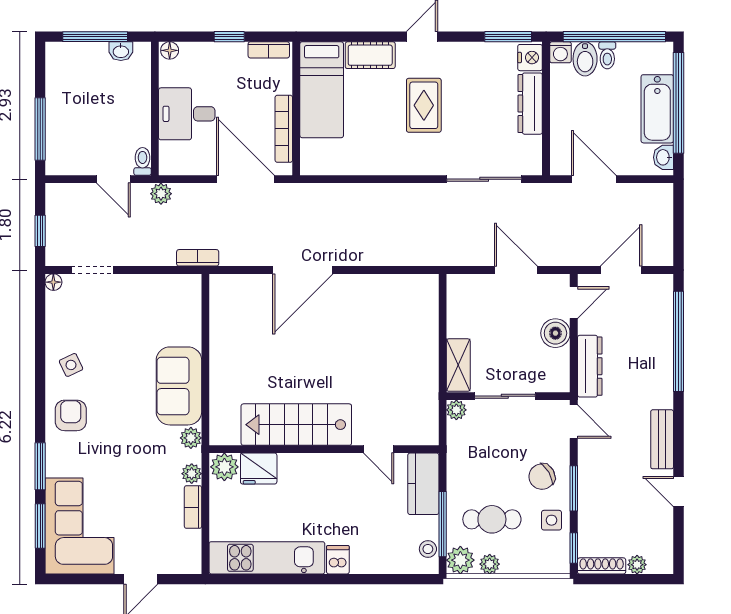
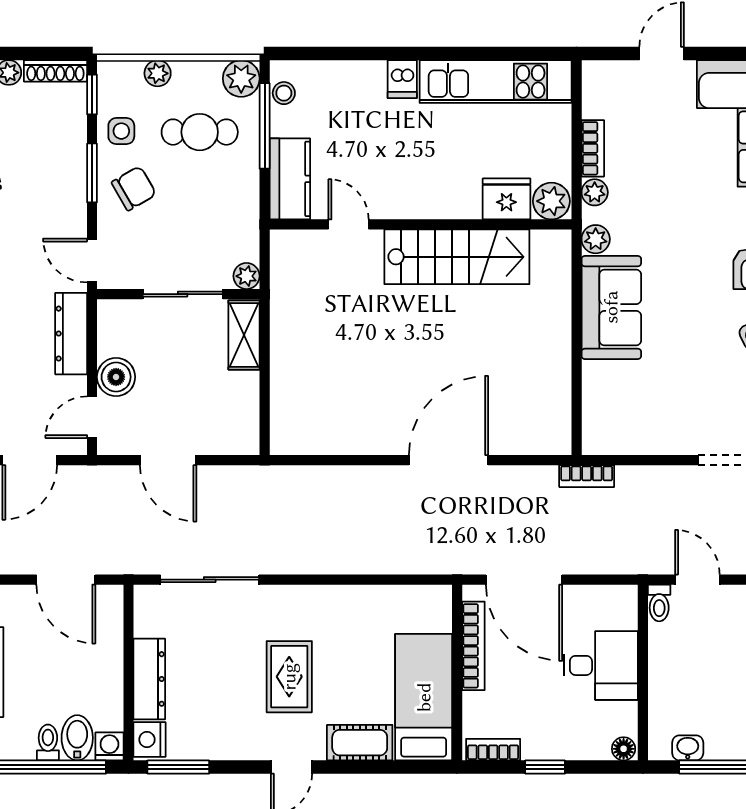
plant: (161, 194) -> (635, 560), removed
plant: (490, 564) -> (158, 73), moved

